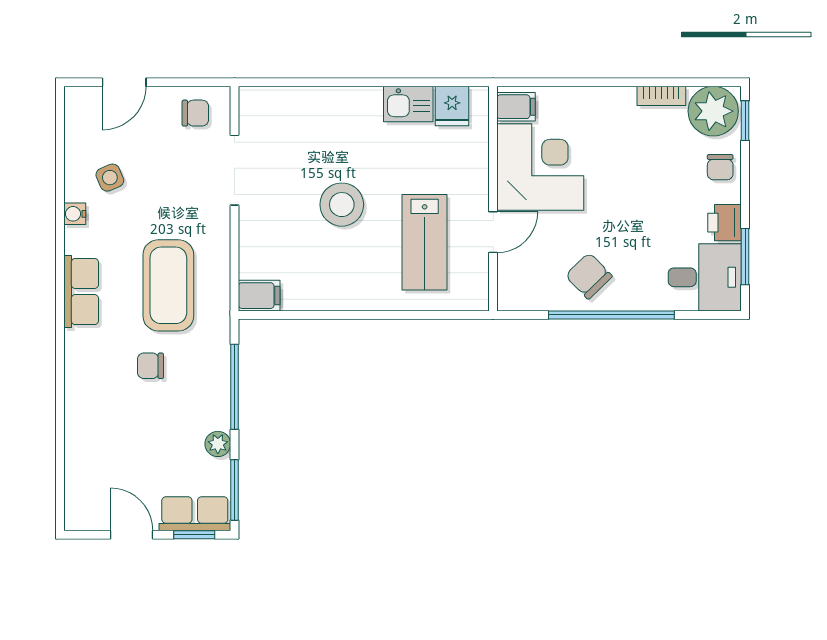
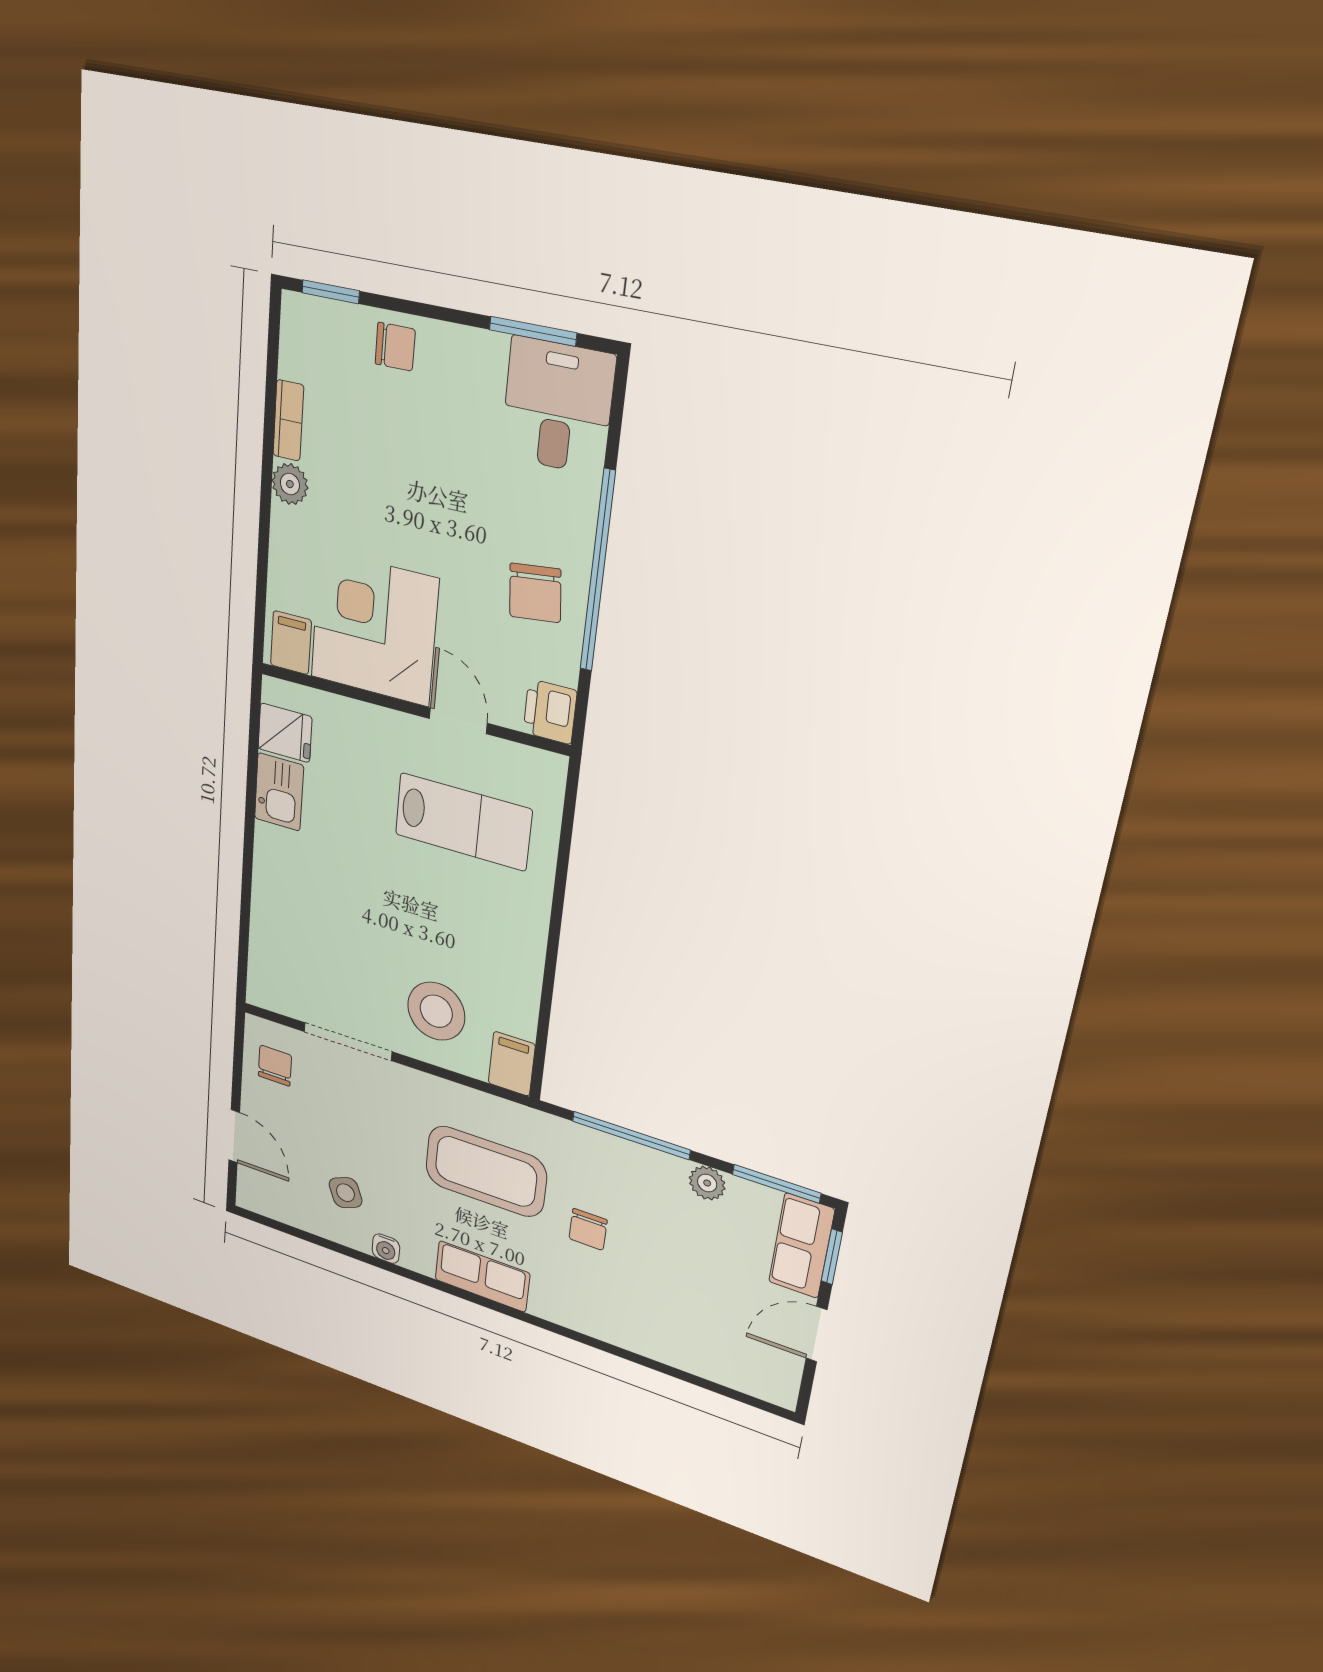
plant: (713, 111) -> (290, 484), moved, width x0.53, depth x0.53
stool: (342, 205) -> (436, 1011), moved
printer: (725, 223) -> (550, 712), moved, turned 90
chair: (589, 276) -> (535, 593), turned -52

